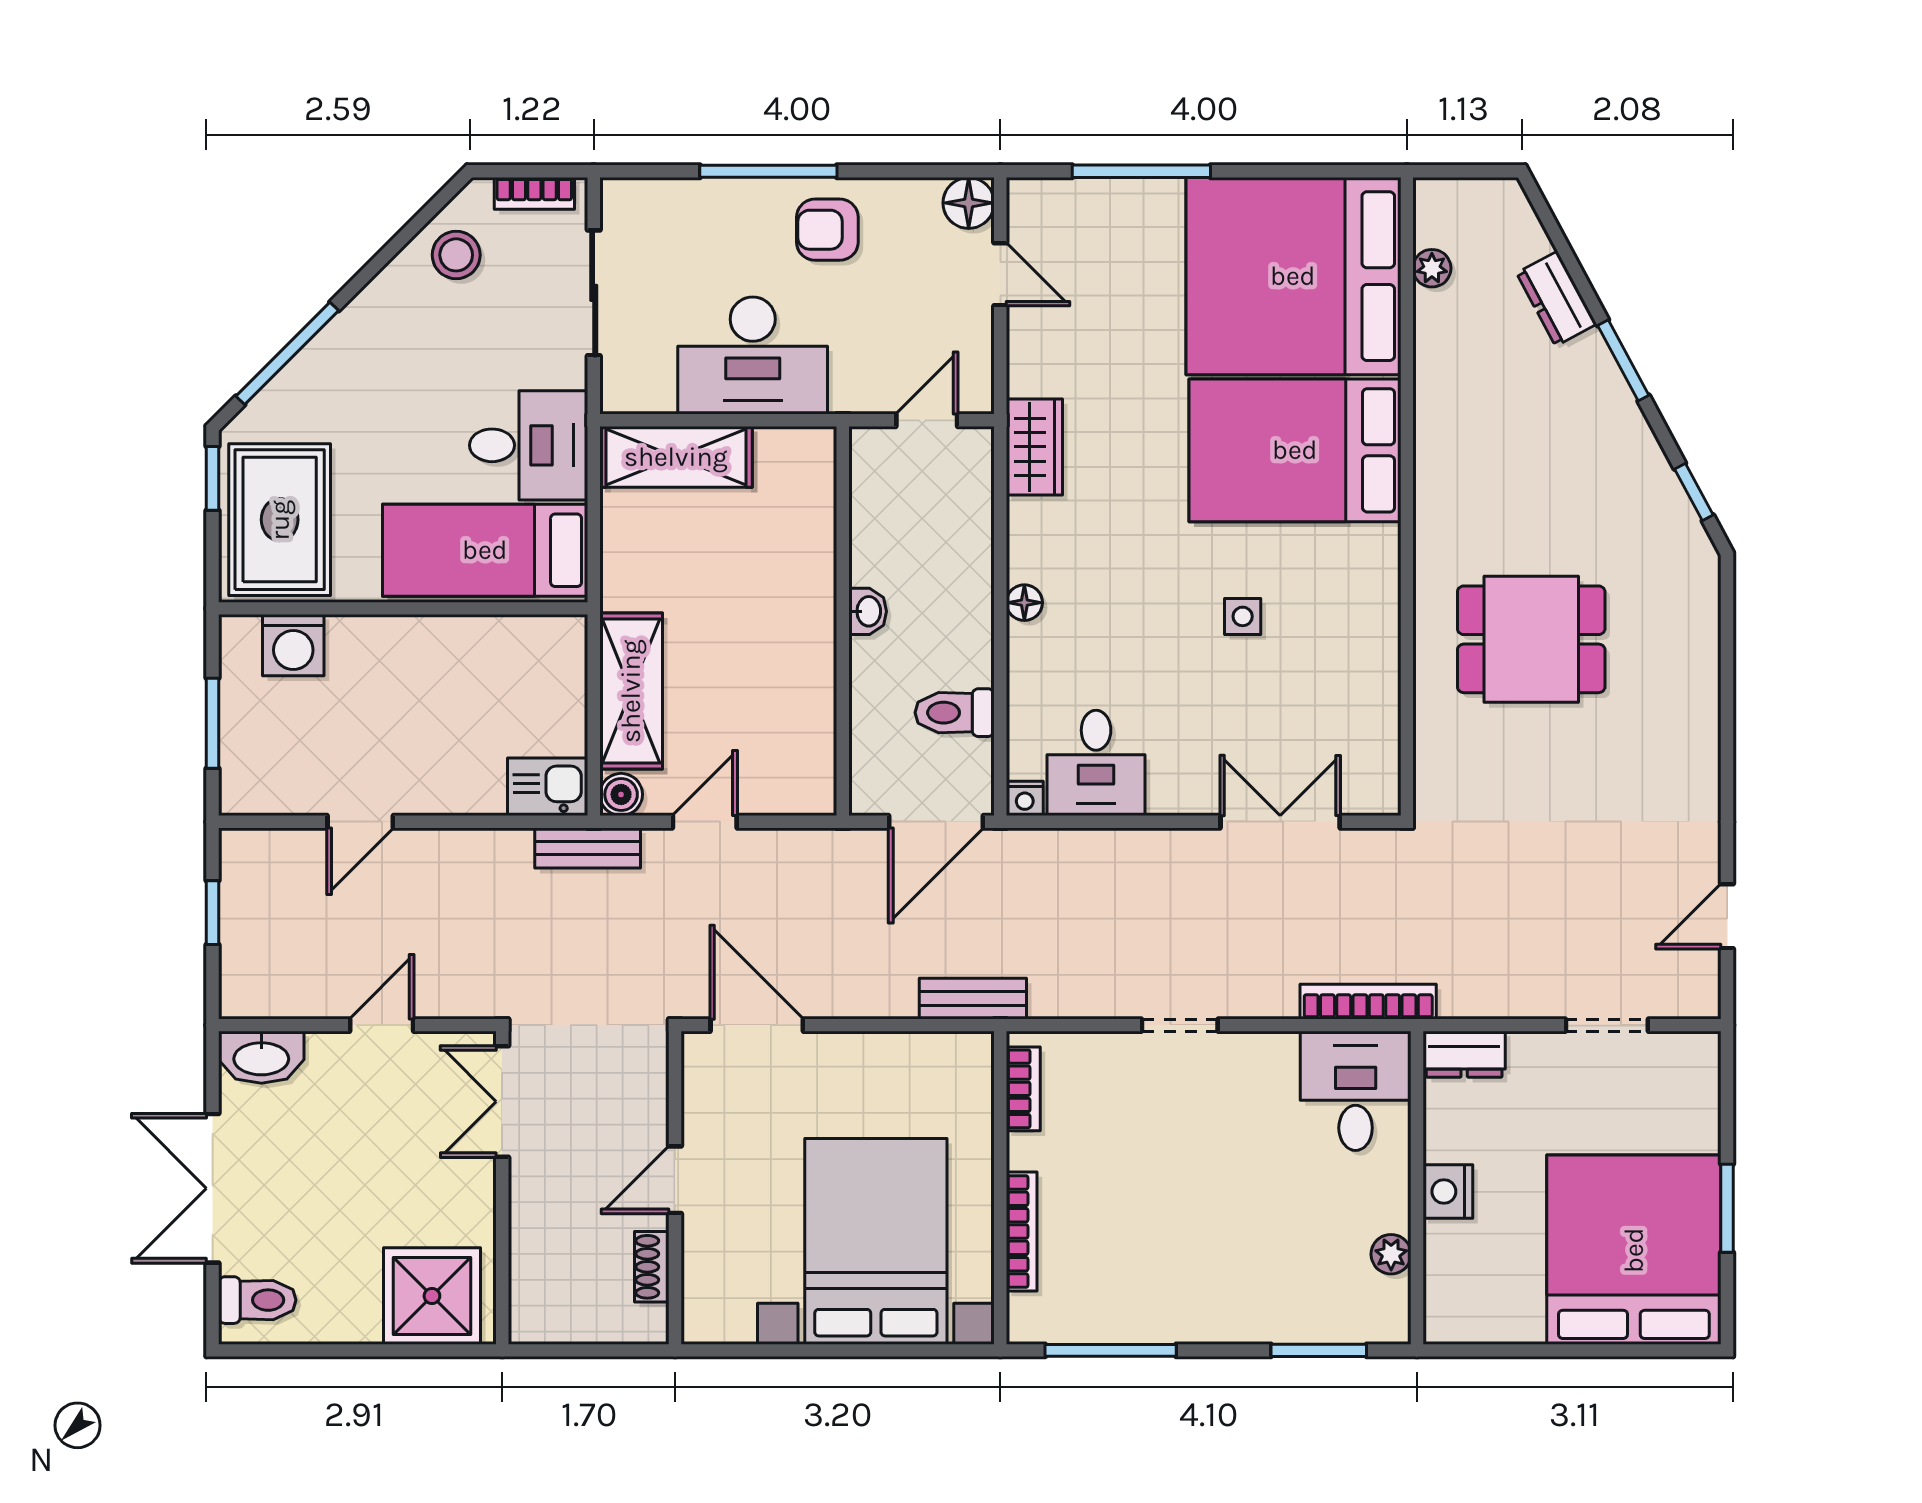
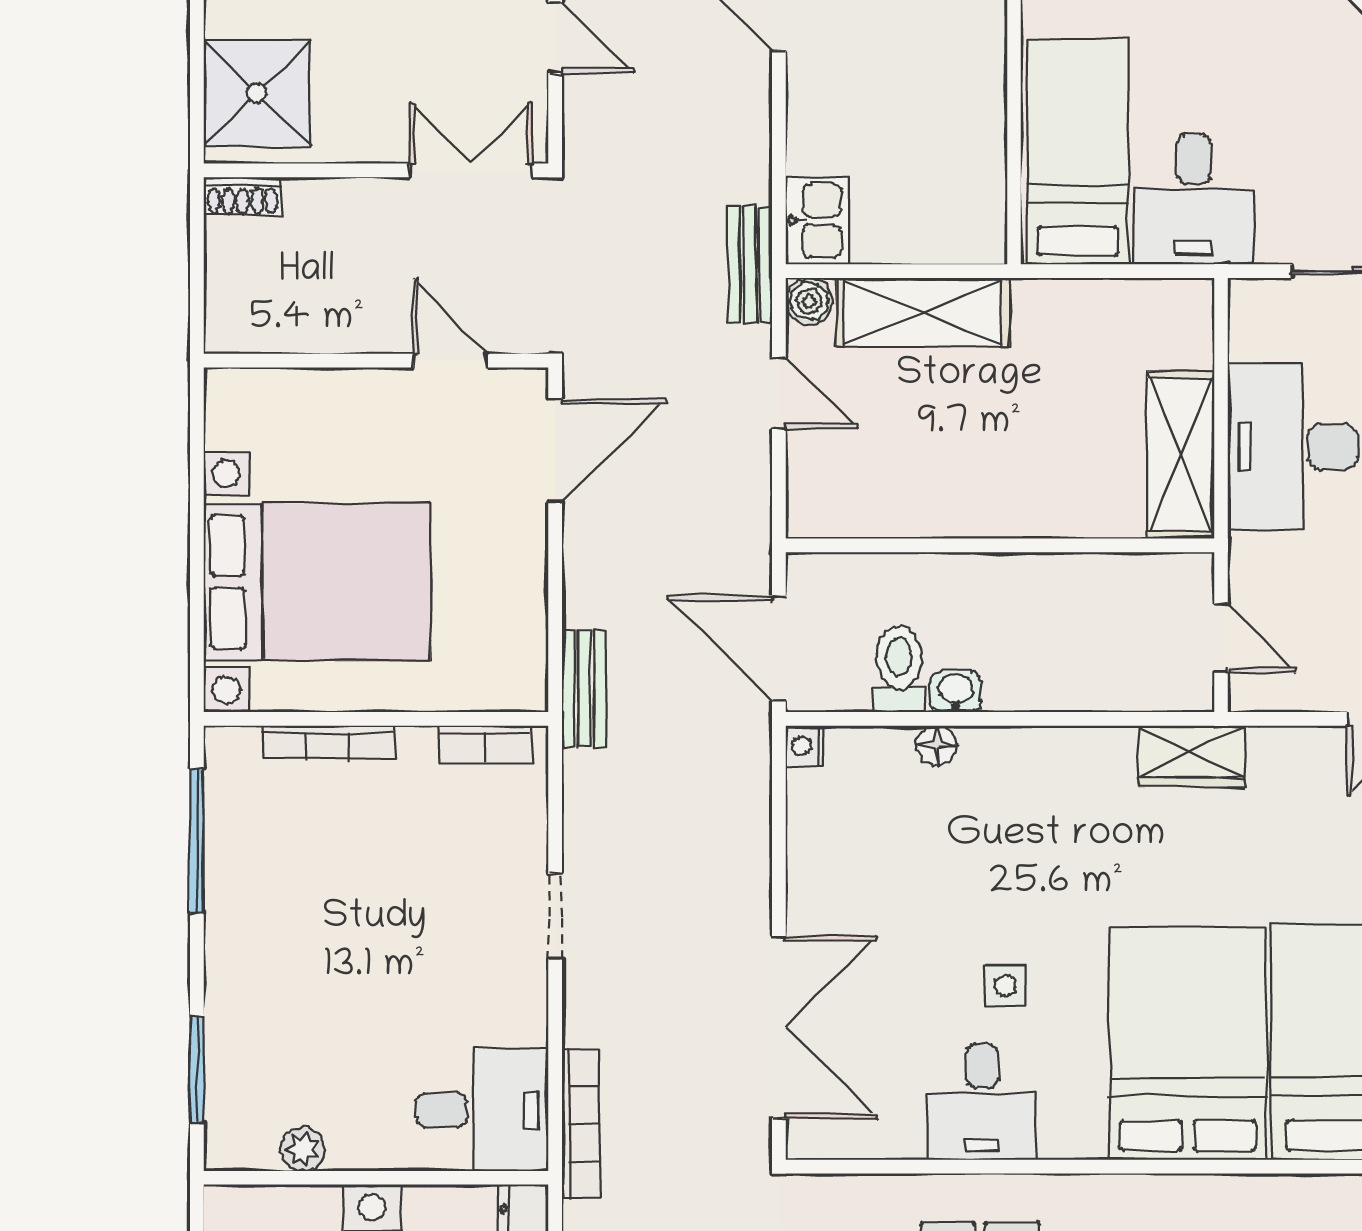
shelving: (676, 457) -> (1181, 455), moved
floor lamp: (1024, 603) -> (937, 745), moved
washbasin: (868, 611) -> (956, 691), moved, turned 180
desk: (1096, 763) -> (982, 1102), moved, turned -90
double door: (1280, 822) -> (779, 1027), width x1.37
door: (675, 1180) -> (450, 361), moved
shoe rack: (652, 1267) -> (243, 196), moved, turned 180

